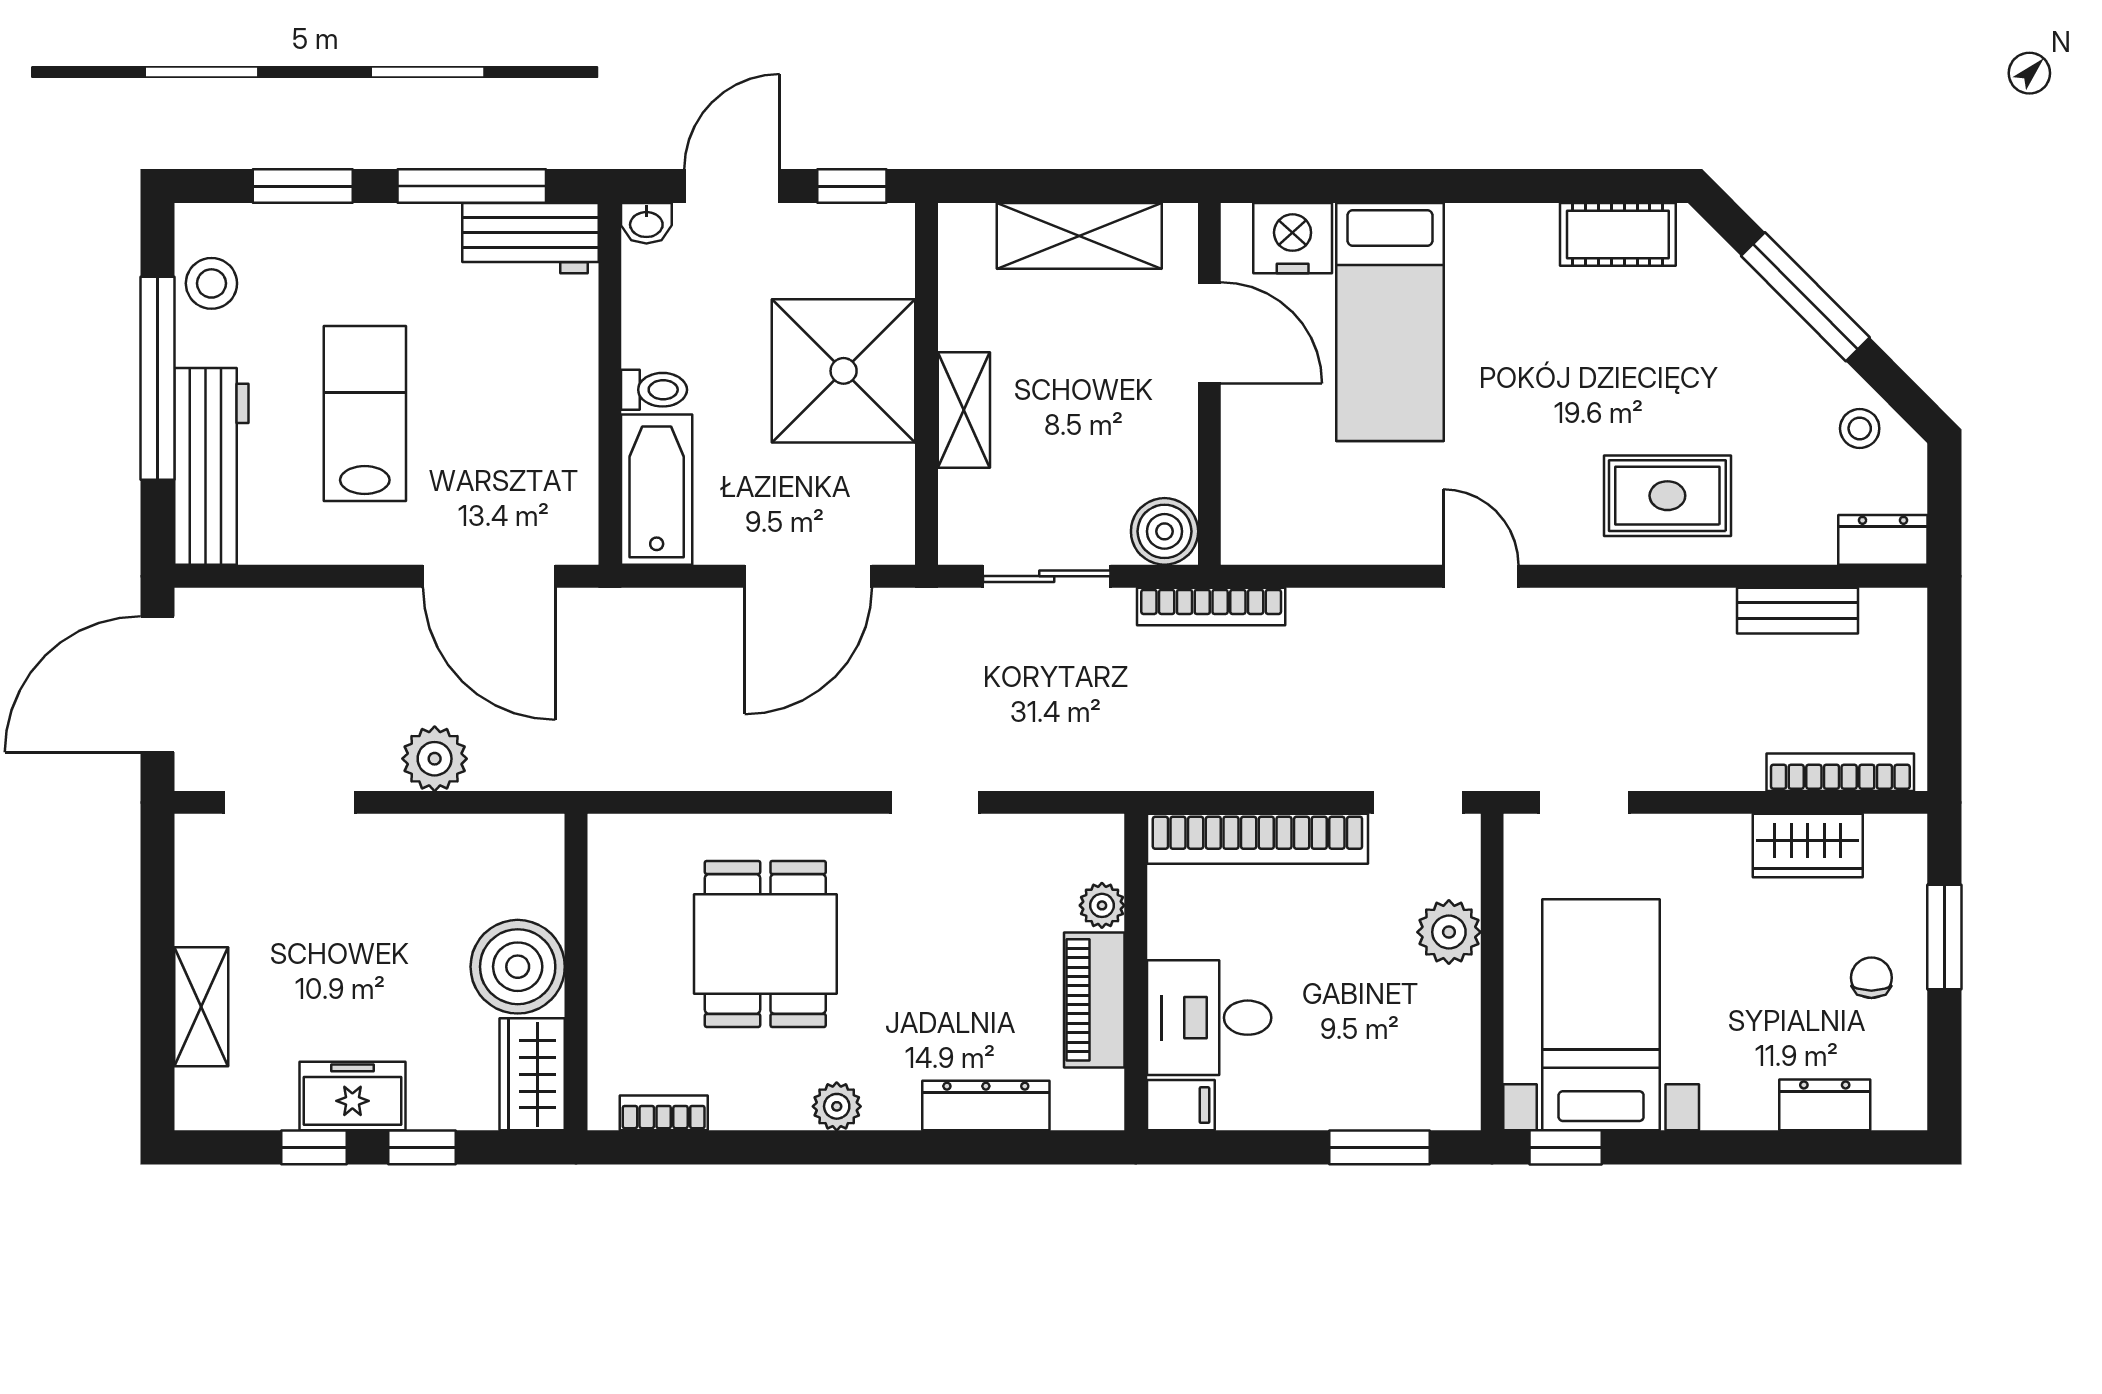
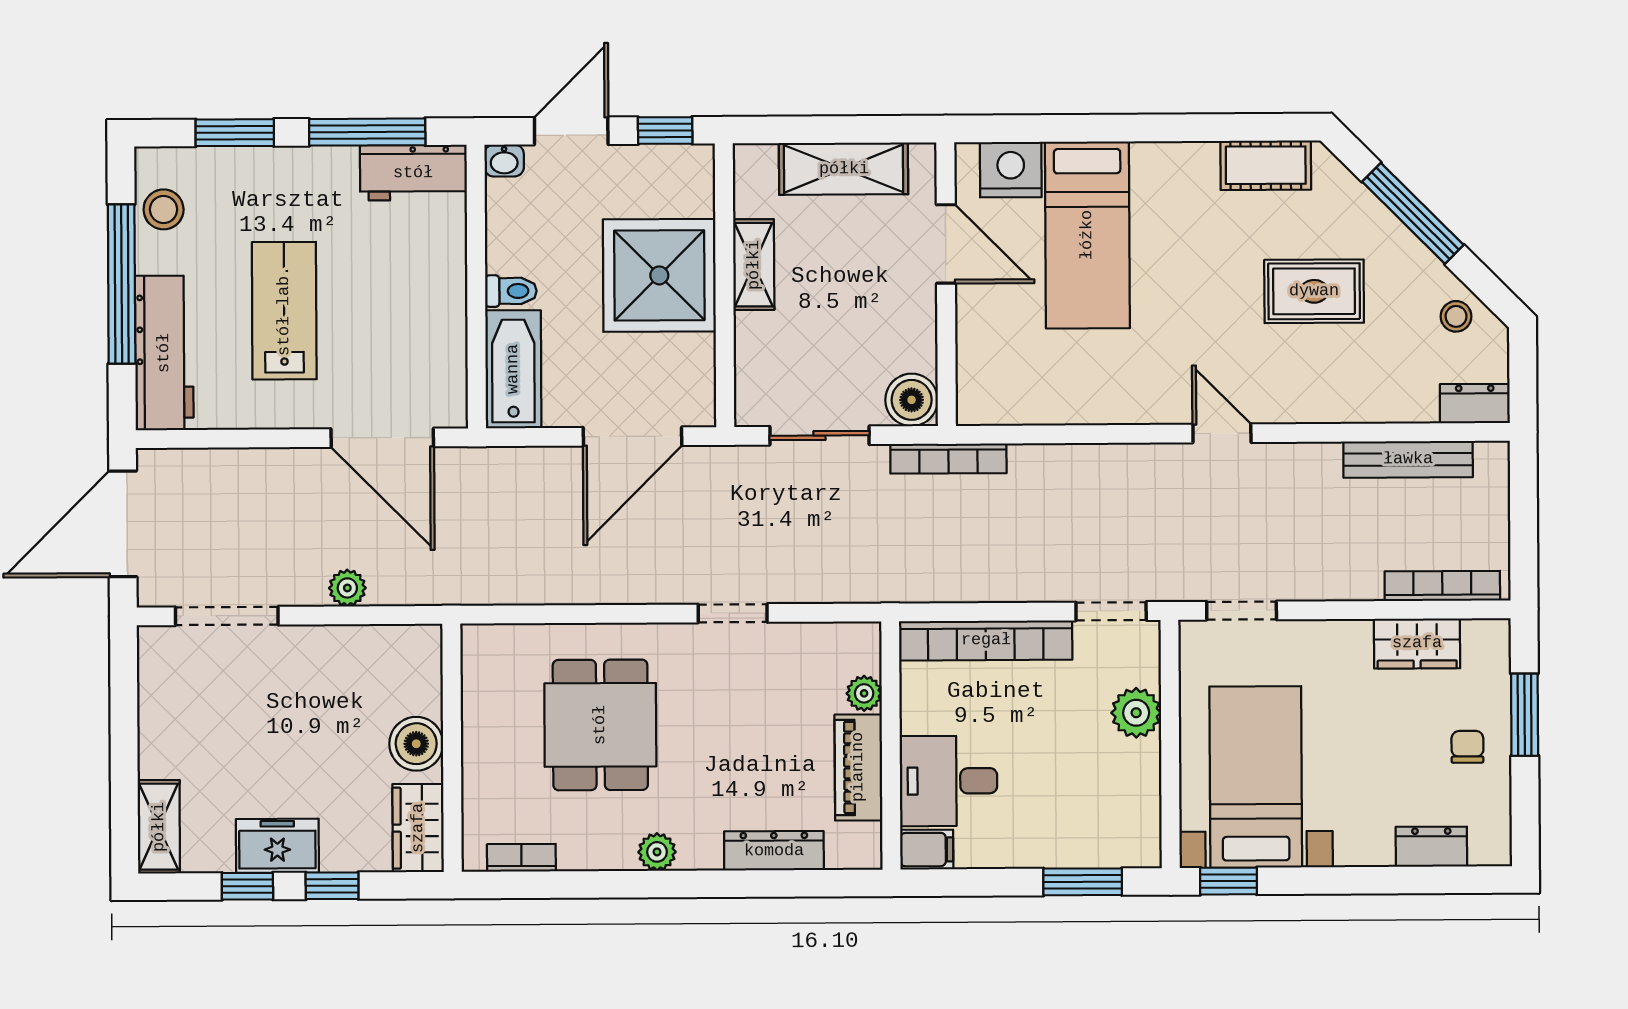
shelving: (964, 410) -> (754, 265), moved
rug: (1667, 496) -> (1314, 291), moved
door: (1481, 576) -> (1222, 433), moved
bench: (1798, 611) -> (1408, 459), width x1.36
plant: (435, 759) -> (347, 588), width x0.73, depth x0.73
boiler: (518, 967) -> (416, 744), width x0.73, depth x0.73
shelving: (201, 1007) -> (159, 827), moved

